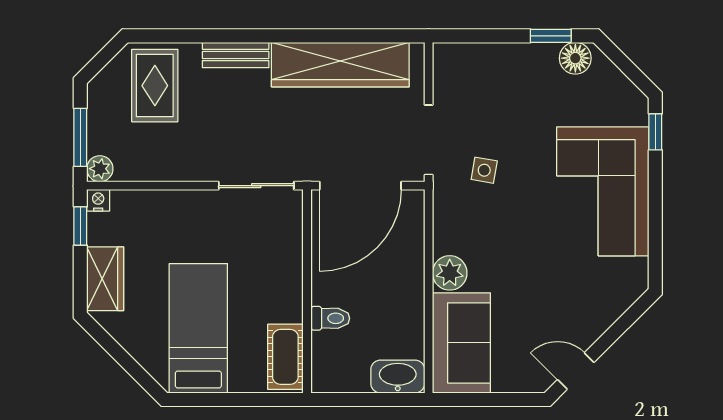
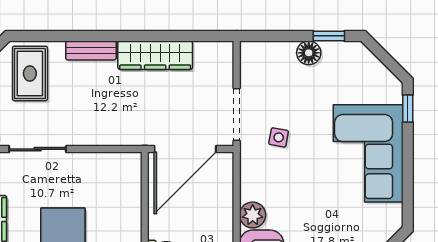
floor lamp: (575, 58) -> (309, 53), moved
wardrobe: (340, 65) -> (155, 55), width x0.71, depth x0.85
sliding door: (256, 186) -> (38, 149), moved

